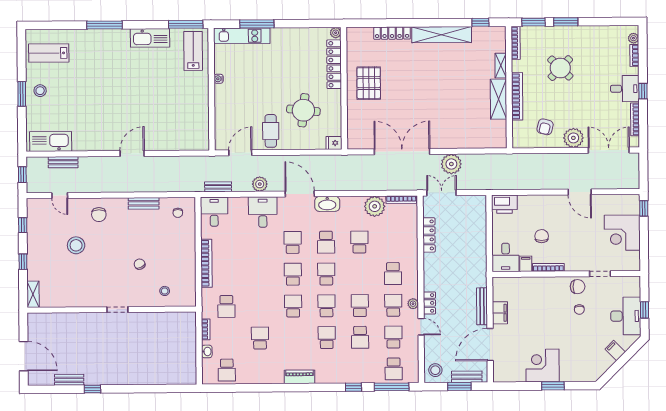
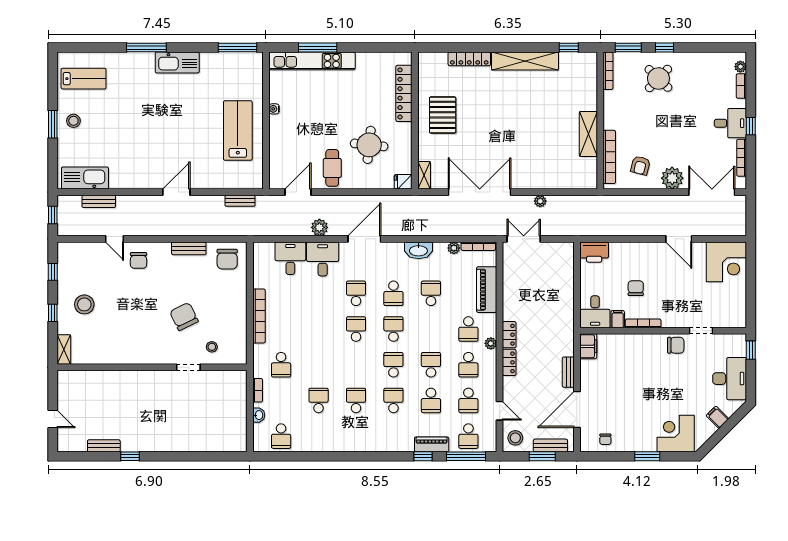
window: (566, 22) -> (665, 48), width x0.67
plant: (336, 33) -> (406, 58), removed
kitchen unit: (242, 36) -> (312, 61), width x1.36
kitchen sink: (150, 38) -> (177, 63), moved
lab bench: (193, 51) -> (238, 130), moved, width x1.36, depth x1.39
lab bench: (49, 53) -> (84, 79), turned 180
shelving: (501, 66) -> (424, 175), moved
round table: (560, 68) -> (658, 78), moved
bookcase: (517, 96) -> (609, 157), moved
plant: (451, 164) -> (540, 201), width x0.53, depth x0.53
bench: (218, 187) -> (240, 201), moved
door: (300, 194) -> (364, 239), hinge flipped
door: (60, 196) -> (114, 239), moved
washbasin: (327, 204) -> (418, 250), moved
plant: (375, 206) -> (454, 248), width x0.53, depth x0.53
window: (644, 208) -> (751, 258), removed
desk: (214, 212) -> (290, 258), moved
chair: (178, 213) -> (227, 259), width x1.87, depth x1.87
corner desk: (622, 233) -> (726, 262), moved, turned -90
locker: (429, 235) -> (509, 335), moved, width x0.66
piano: (409, 238) -> (487, 290), added
stool: (76, 245) -> (84, 304), moved
chair: (140, 264) -> (184, 317), width x1.87, depth x1.87
plant: (413, 304) -> (491, 343), moved
school desk: (393, 305) -> (468, 365), turned 180
school desk: (293, 306) -> (356, 400), moved
bench: (482, 306) -> (568, 372), width x0.73
doorway: (117, 310) -> (188, 367), moved
chair: (579, 310) -> (605, 439), moved
window: (644, 310) -> (751, 350), moved
filing cabinet: (500, 313) -> (588, 346), moved
door: (421, 327) -> (500, 411), moved
school desk: (393, 337) -> (468, 400), turned 180
door: (24, 356) -> (53, 419), width x0.53
corner desk: (542, 366) -> (676, 434), moved
piano: (299, 377) -> (432, 444), moved

